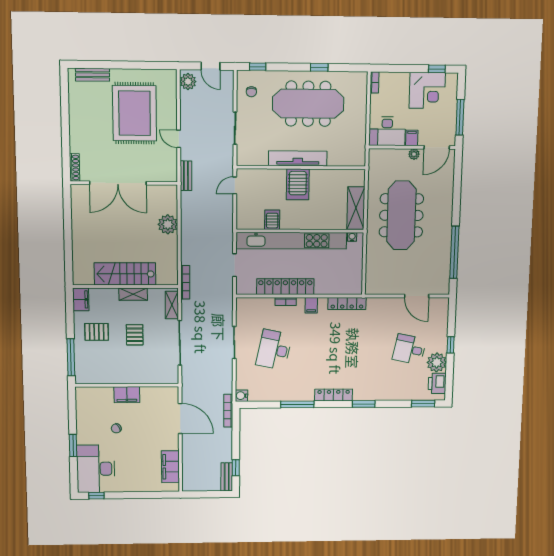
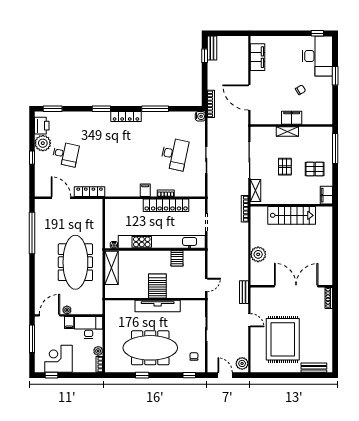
plant: (376, 100) -> (98, 351), added
shelving: (133, 294) -> (287, 131), moved
locker: (347, 303) -> (90, 192), moved

